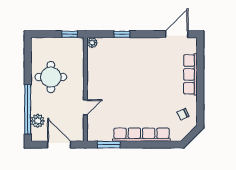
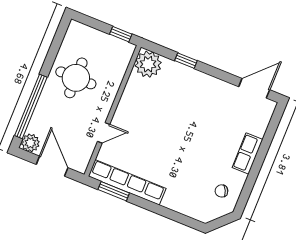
plant: (92, 43) -> (148, 64), width x1.88, depth x1.88
row of seats: (190, 74) -> (248, 154), width x0.68
plant: (38, 121) -> (30, 143), moved
row of seats: (141, 135) -> (127, 182), moved

